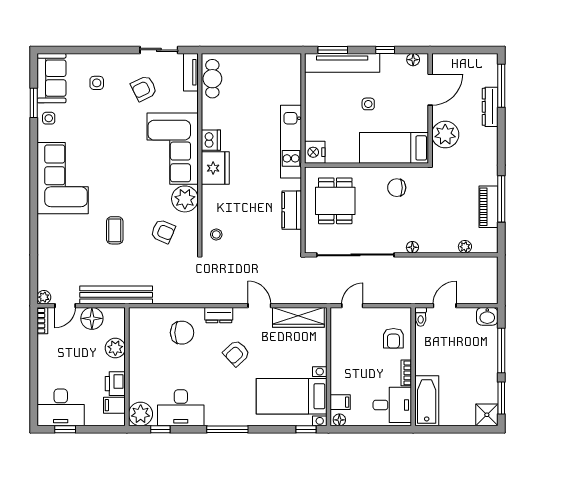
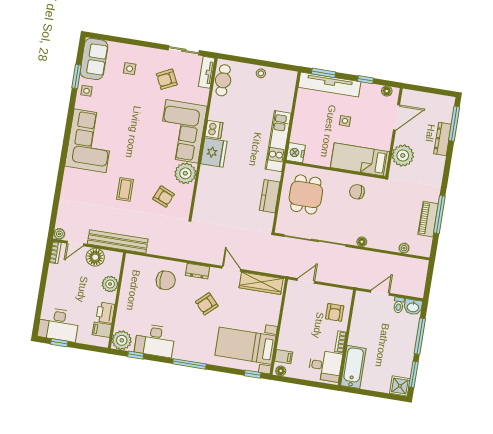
stool: (216, 234) -> (261, 73), moved
toilet: (421, 317) -> (399, 305), moved

